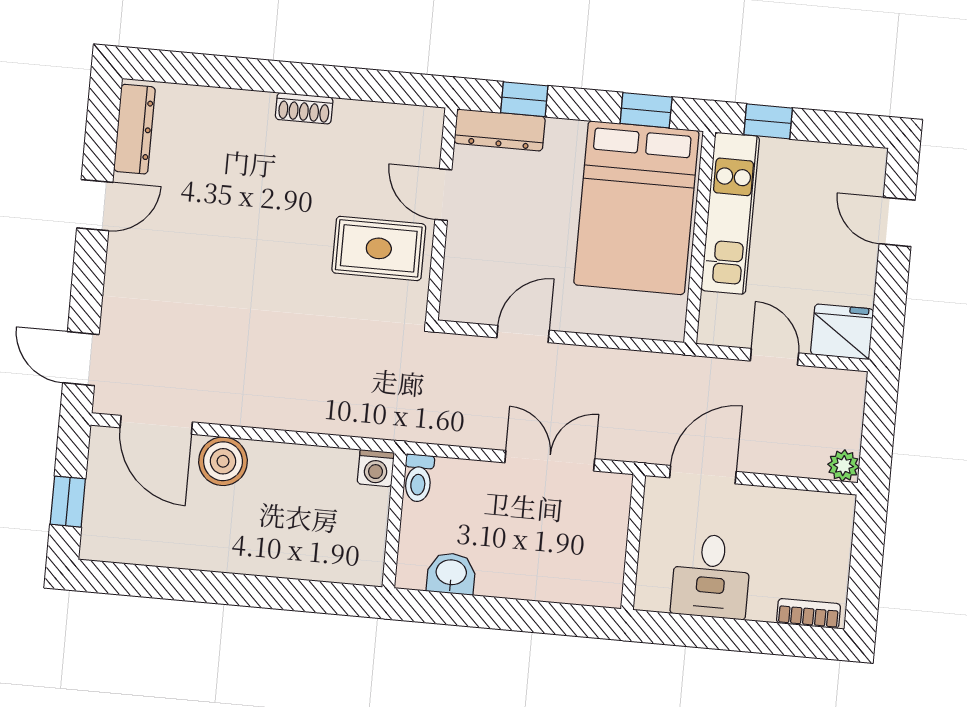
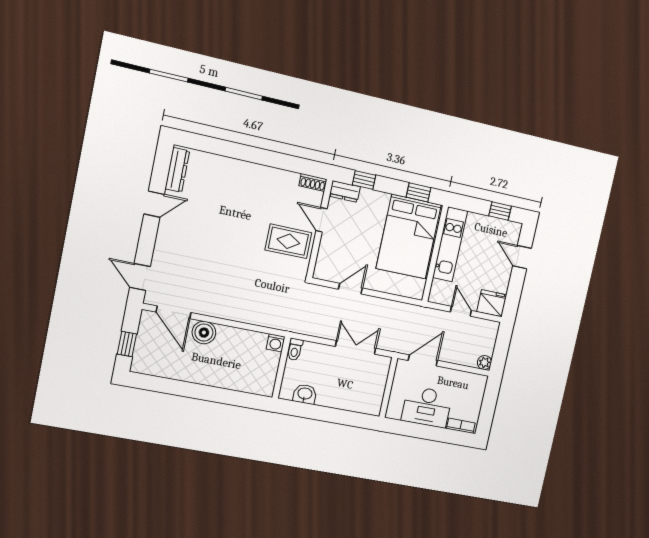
shoe rack: (304, 108) -> (313, 182), moved
window: (768, 121) -> (500, 211), moved
dresser: (500, 130) -> (345, 191), width x0.70
desk: (711, 576) -> (427, 407), width x1.37

